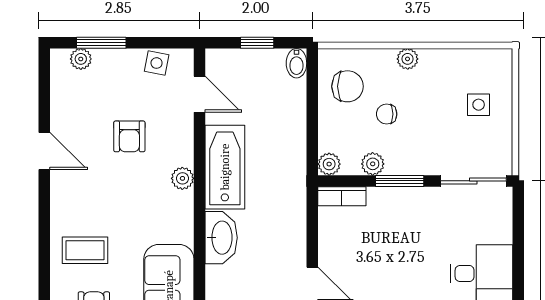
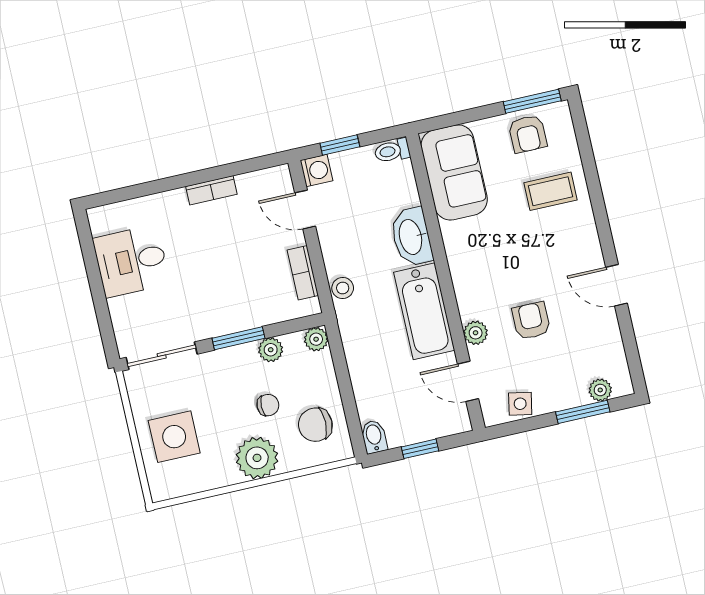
plant: (408, 59) -> (257, 458), width x1.87, depth x1.87
side table: (479, 105) -> (174, 437), width x1.87, depth x1.87
plant: (182, 178) -> (476, 333), moved
bookcase: (342, 196) -> (303, 273), moved, turned -90
stool: (294, 205) -> (343, 288), added

